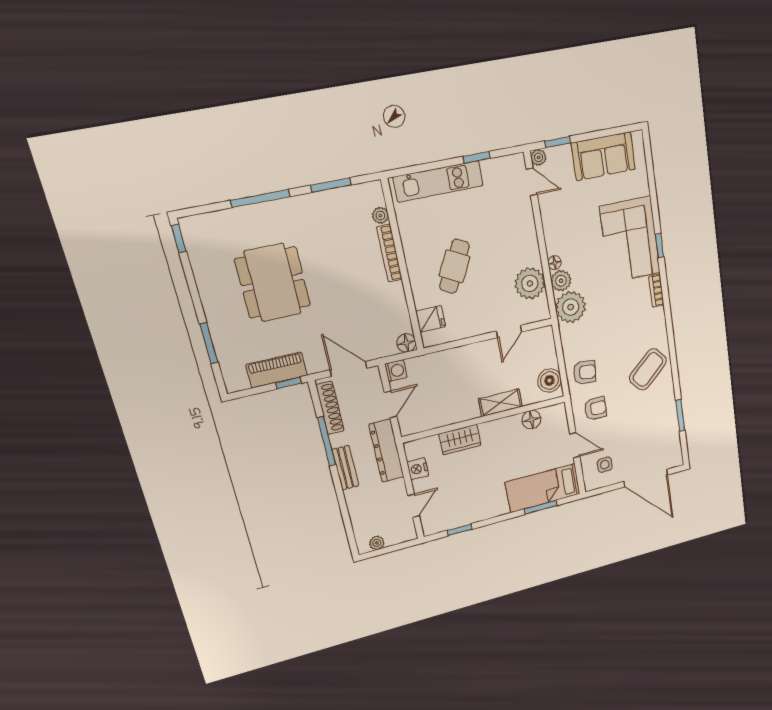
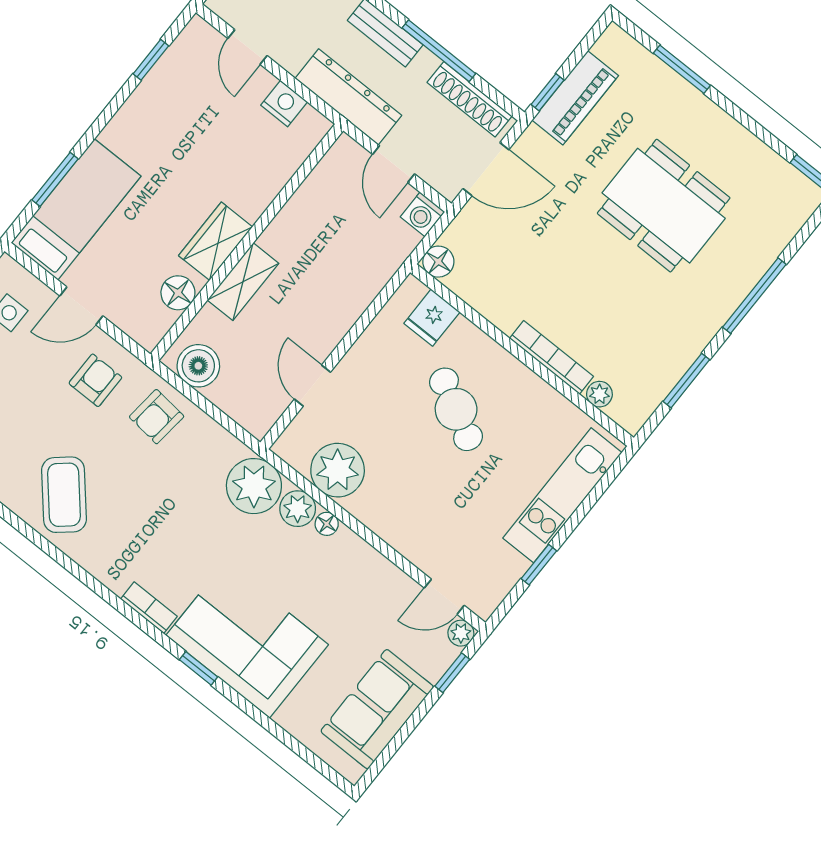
armchair: (595, 408) -> (95, 380), turned 180
wardrobe: (460, 440) -> (216, 241), moved

